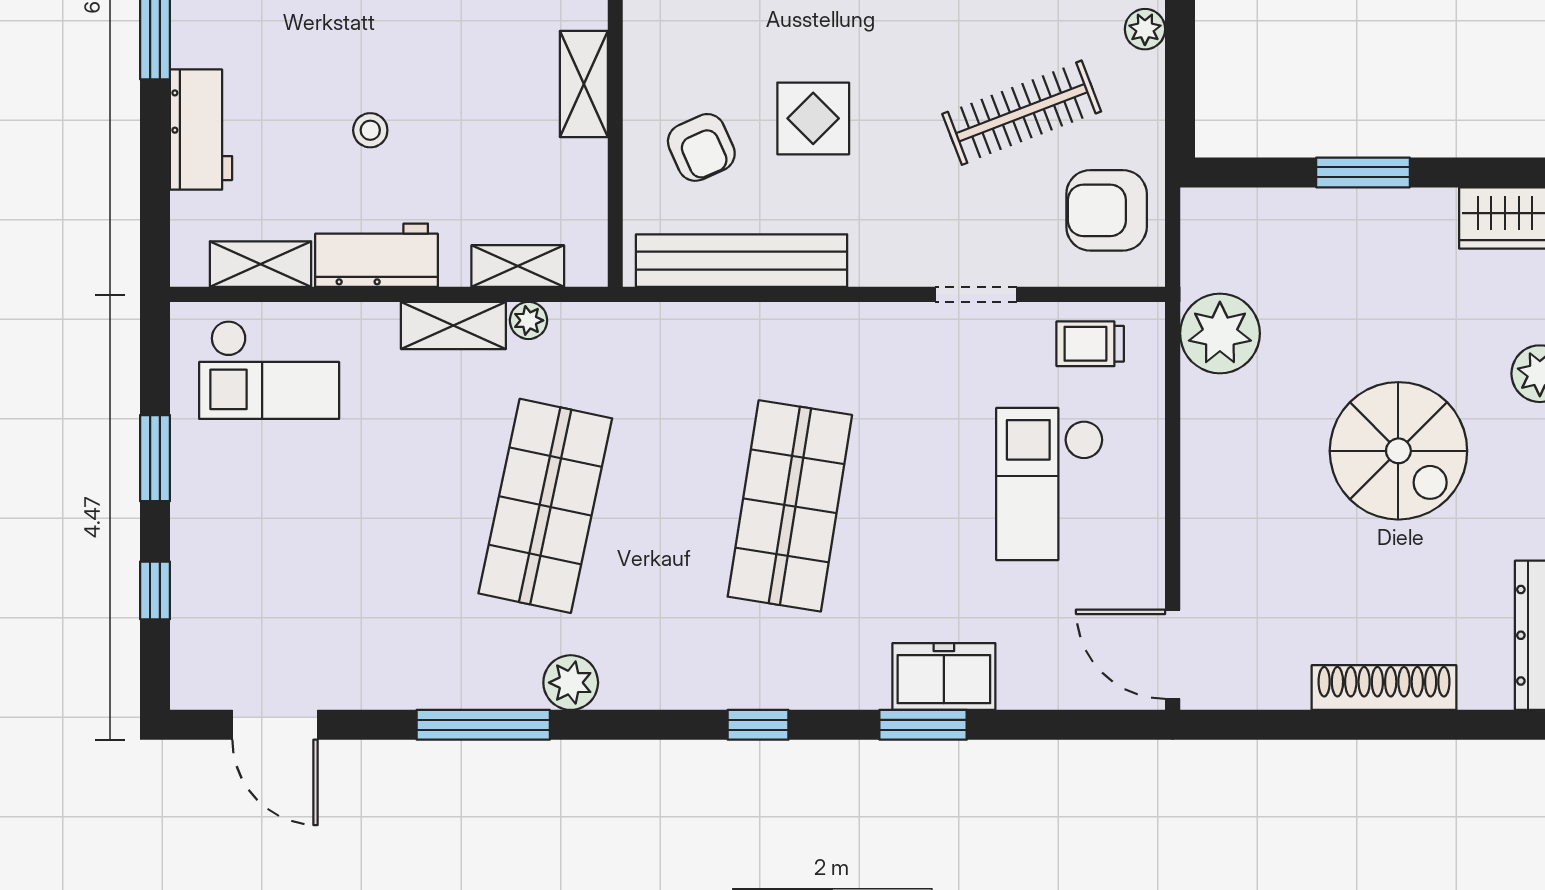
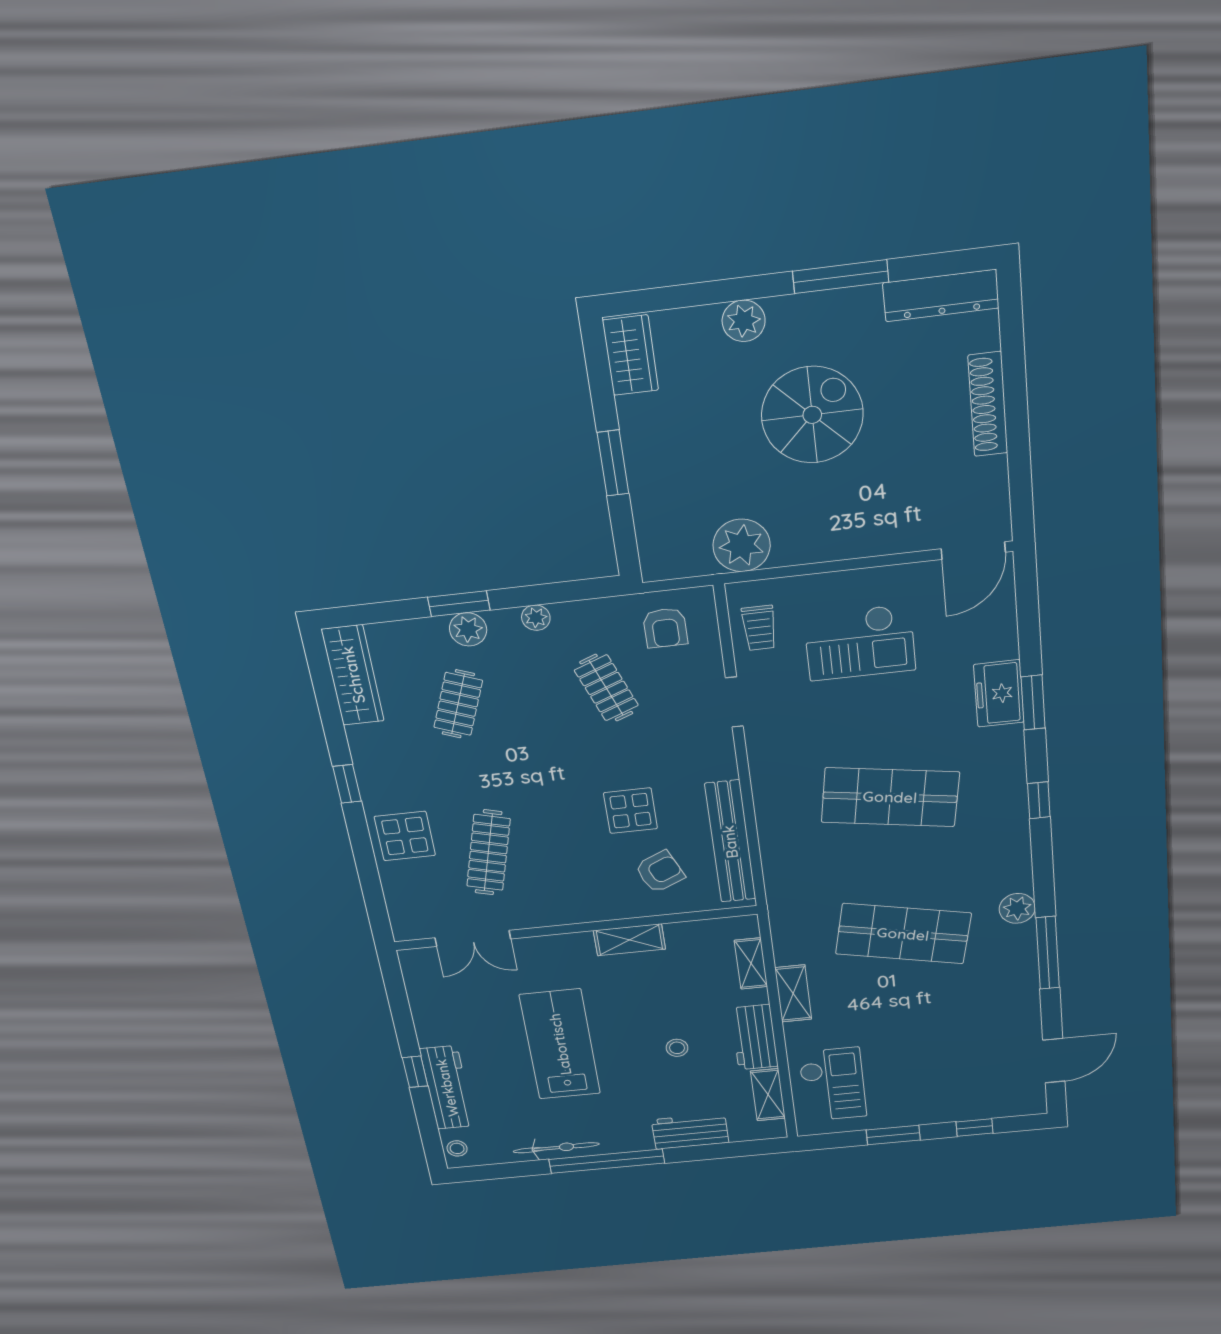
clothes rail: (1022, 113) -> (606, 688), width x0.73
armchair: (1107, 210) -> (665, 628), width x0.72, depth x0.72
plant: (529, 320) -> (785, 954), removed

